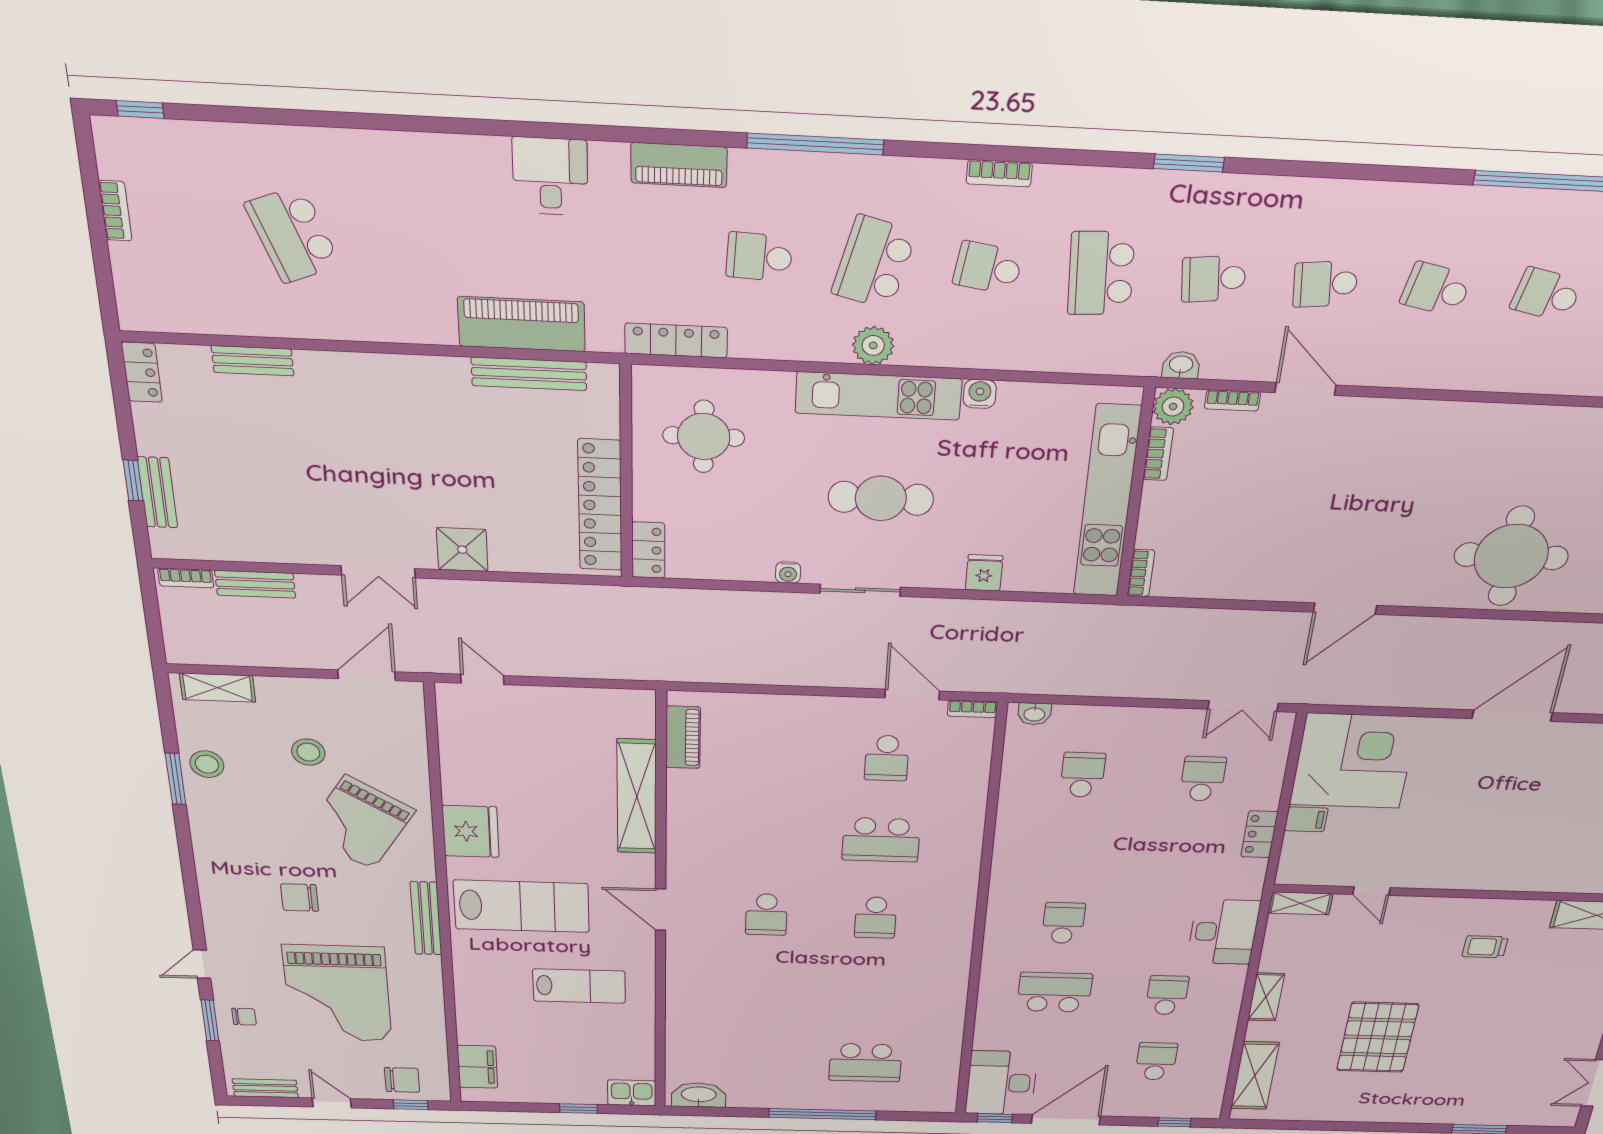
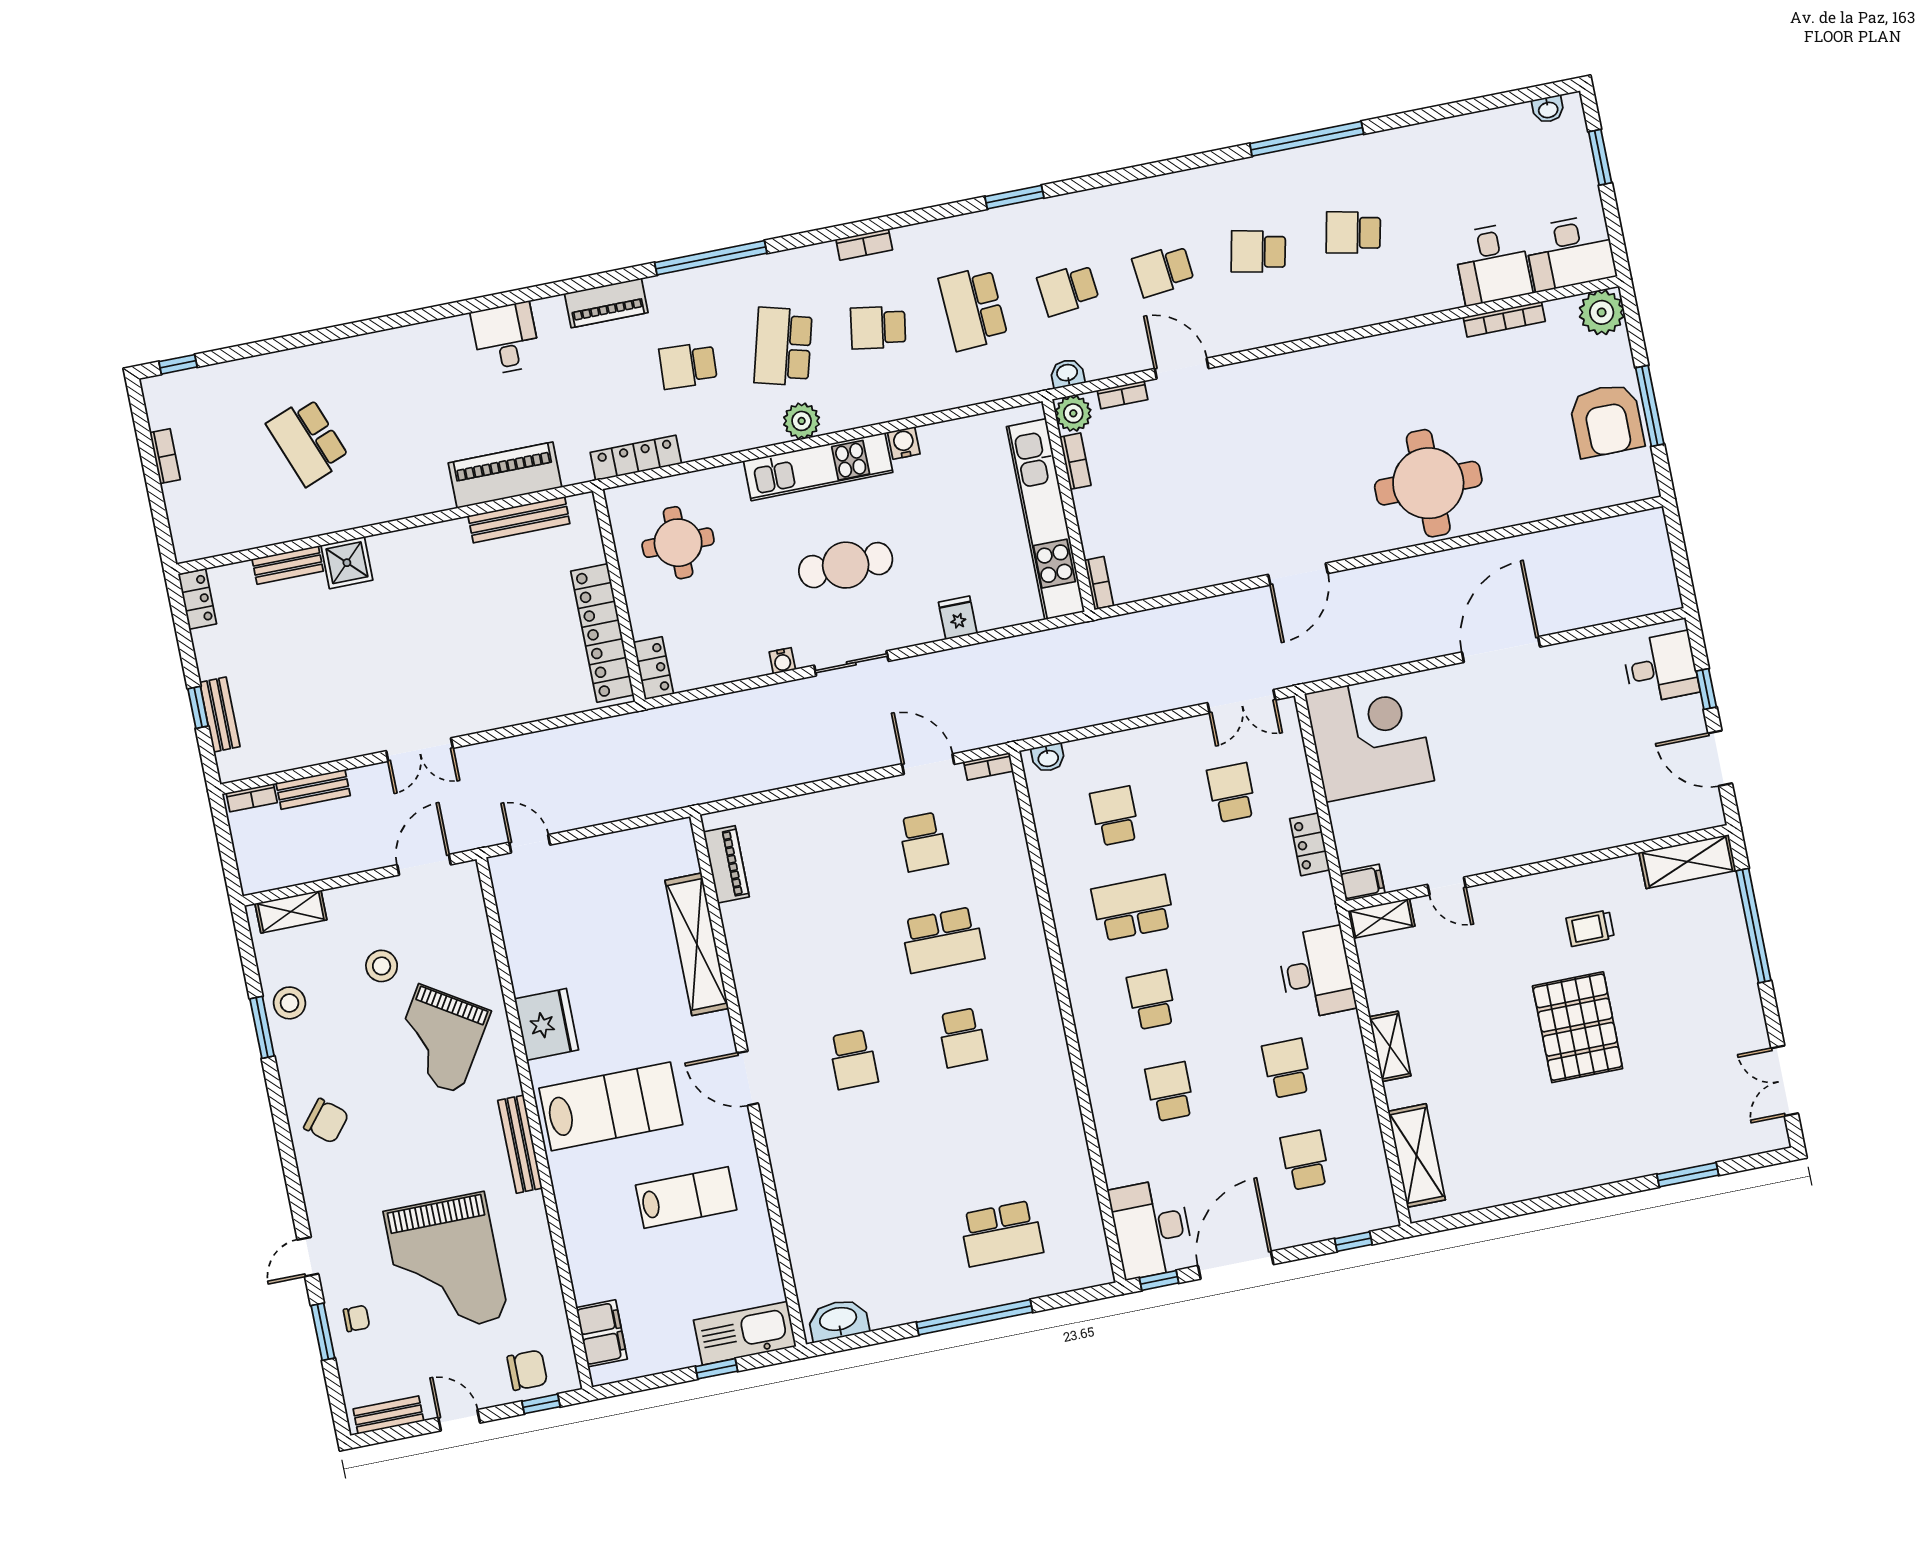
shower: (462, 550) -> (347, 563), moved
filing cabinet: (1306, 819) -> (1362, 883), moved
school desk: (1073, 851) -> (1133, 908), added
chair: (300, 898) -> (326, 1121), moved, turned -141
school desk: (1054, 992) -> (1170, 1092), width x0.54
pallet: (1378, 1037) -> (1578, 1027), moved
kitchen sink: (632, 1093) -> (745, 1333), width x1.88, depth x1.24

